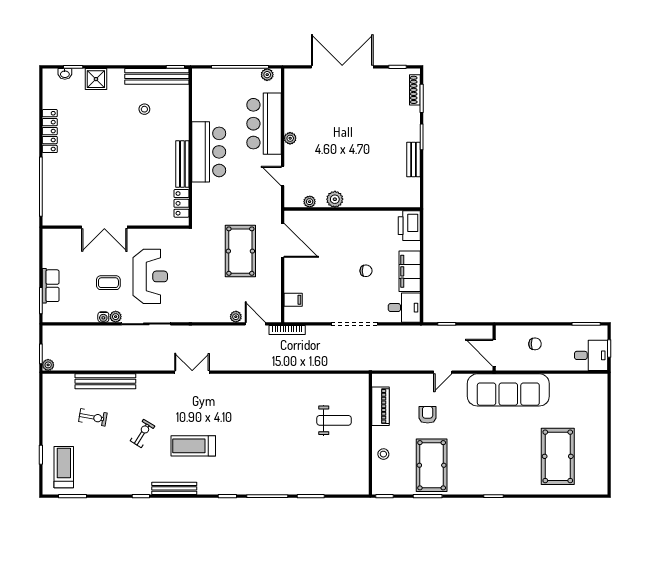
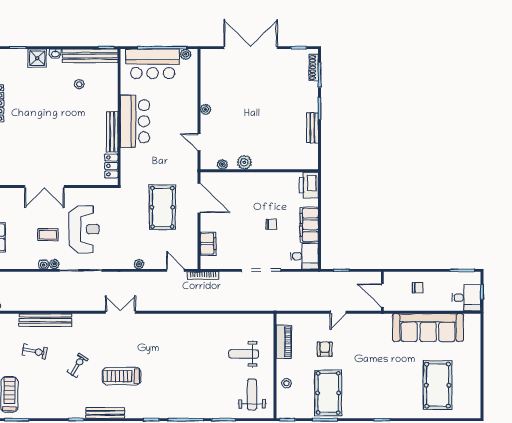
washbasin: (65, 74) -> (55, 54), moved
bar counter: (264, 124) -> (153, 64), moved, turned -90
filing cabinet: (293, 300) -> (208, 244), width x2.00
plant: (236, 317) -> (139, 264), moved
sofa: (508, 390) -> (428, 328), moved
weight bench: (334, 420) -> (244, 354), turned 180
weight bench: (344, 467) -> (252, 394), added

